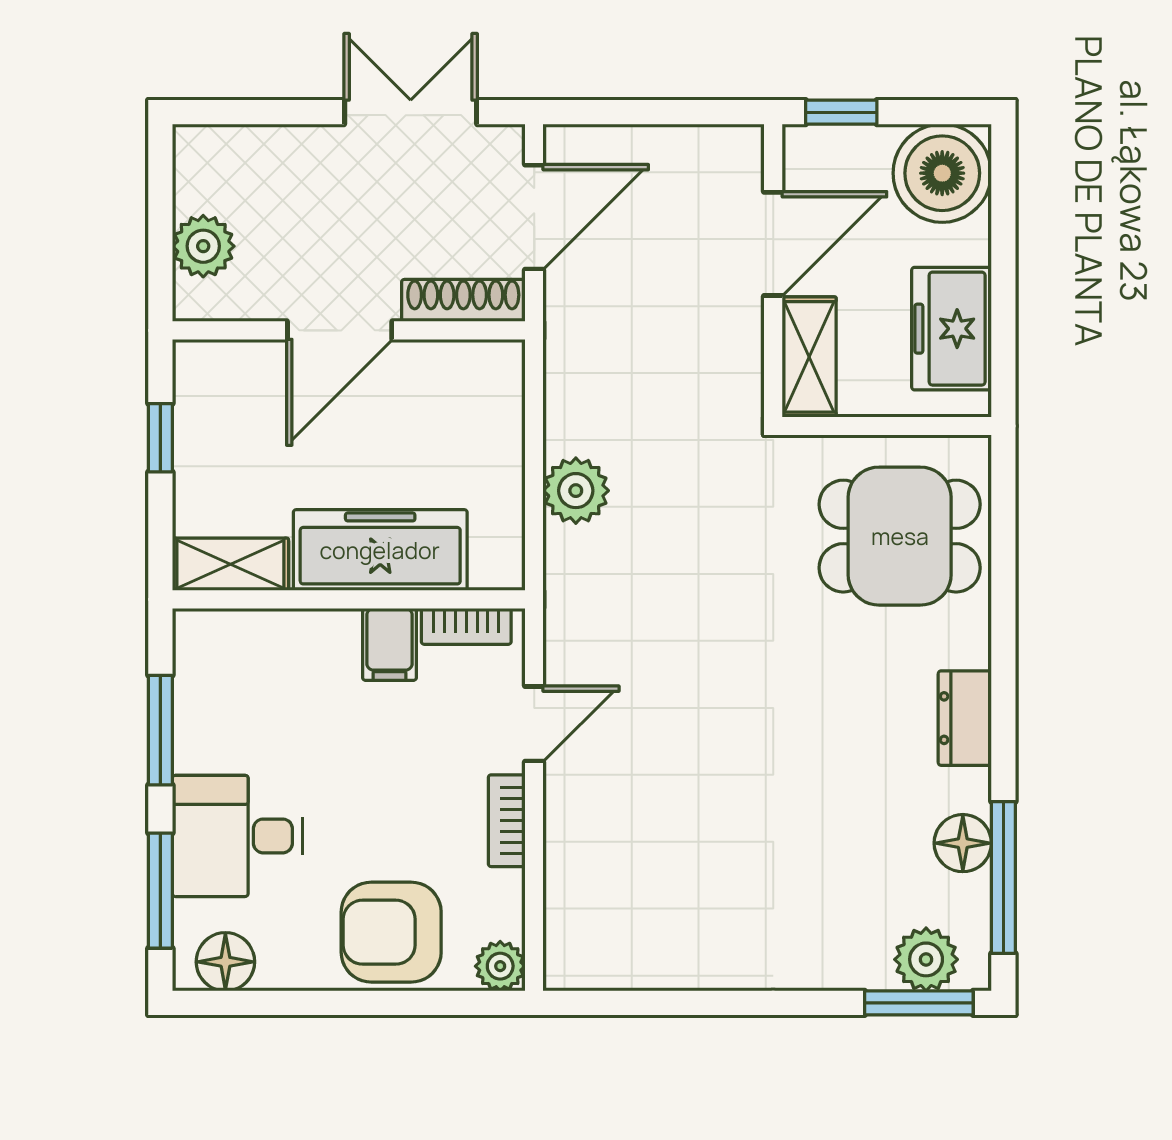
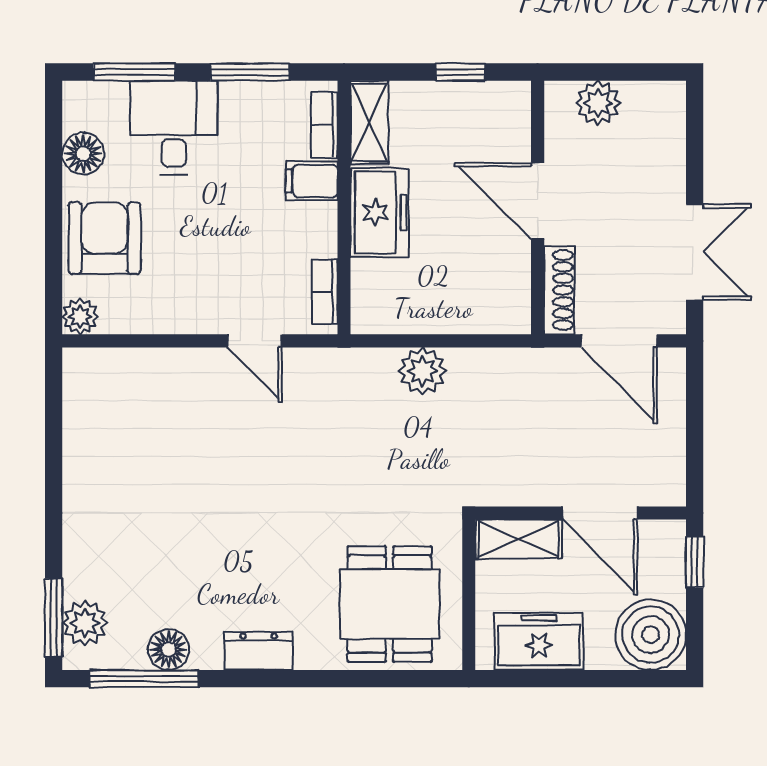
freezer: (380, 550) -> (380, 212), width x0.71
filing cabinet: (389, 644) -> (312, 181), moved
bookcase: (507, 821) -> (324, 125), moved, turned -90
floor lamp: (225, 962) -> (83, 154), moved

